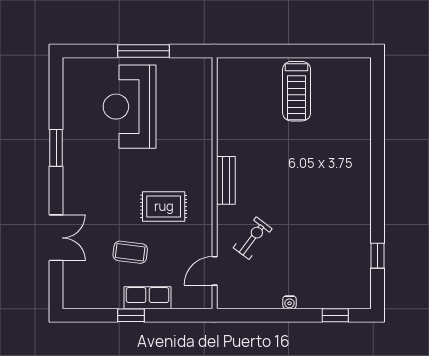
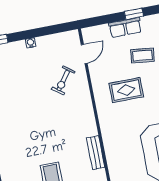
bench: (226, 180) -> (96, 153), moved

